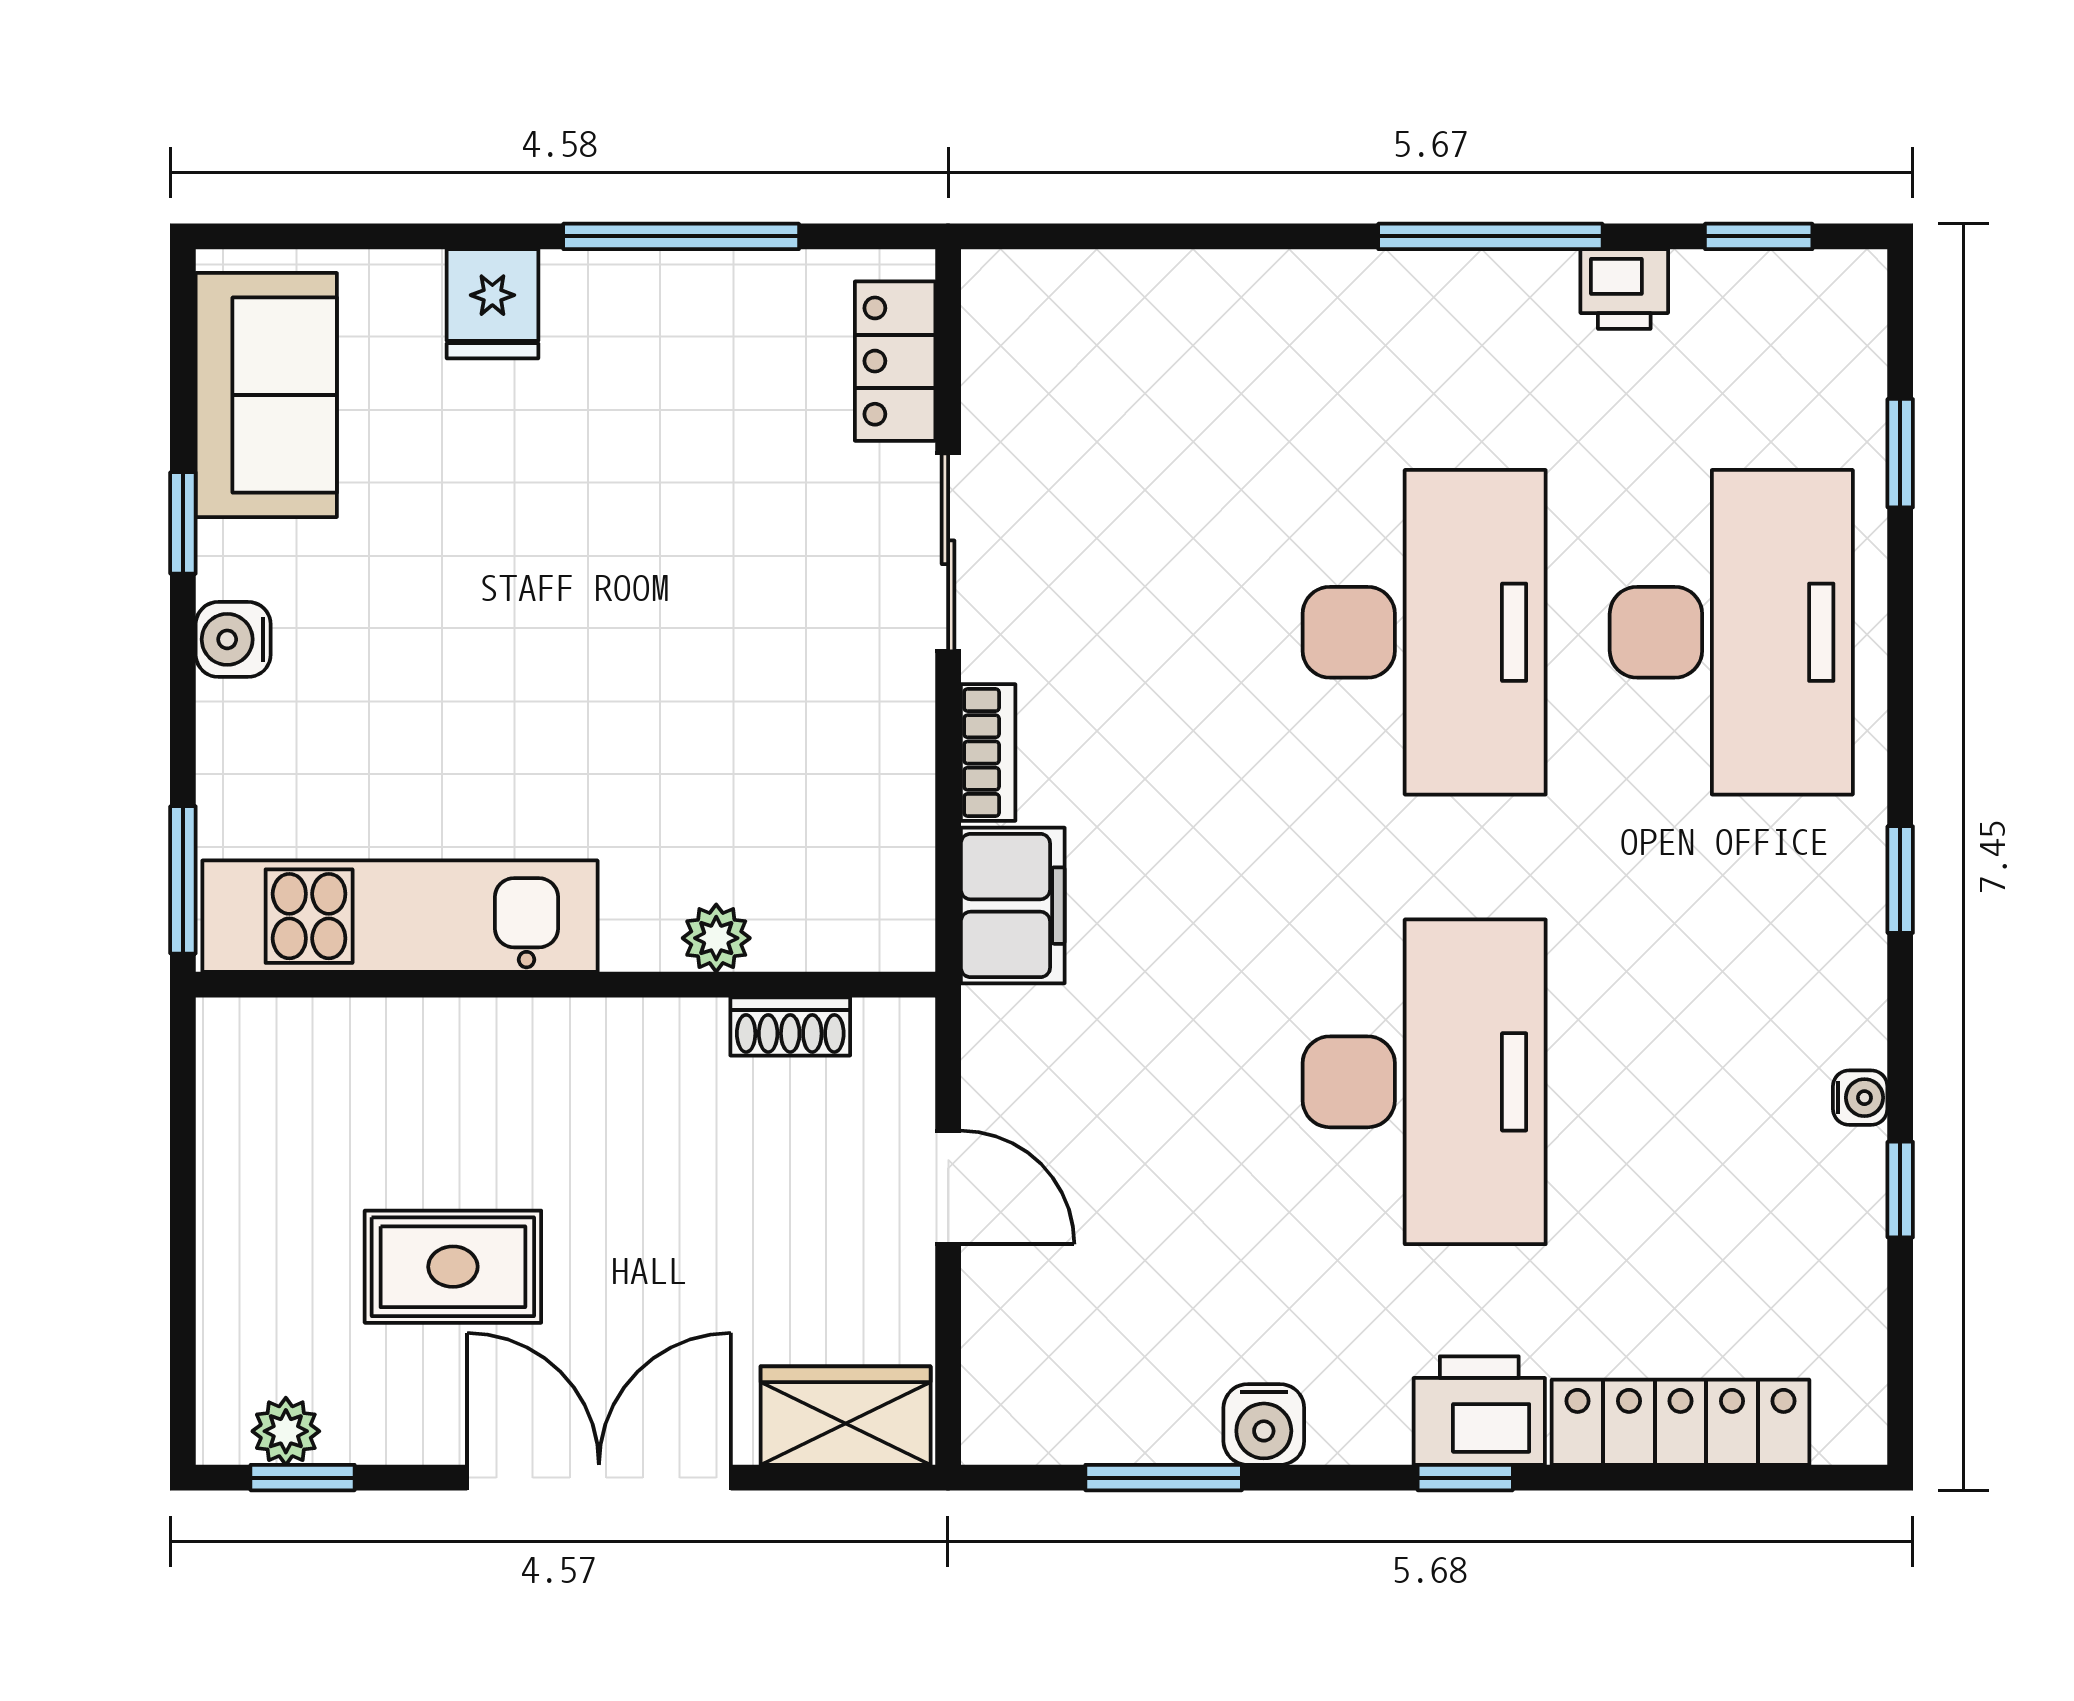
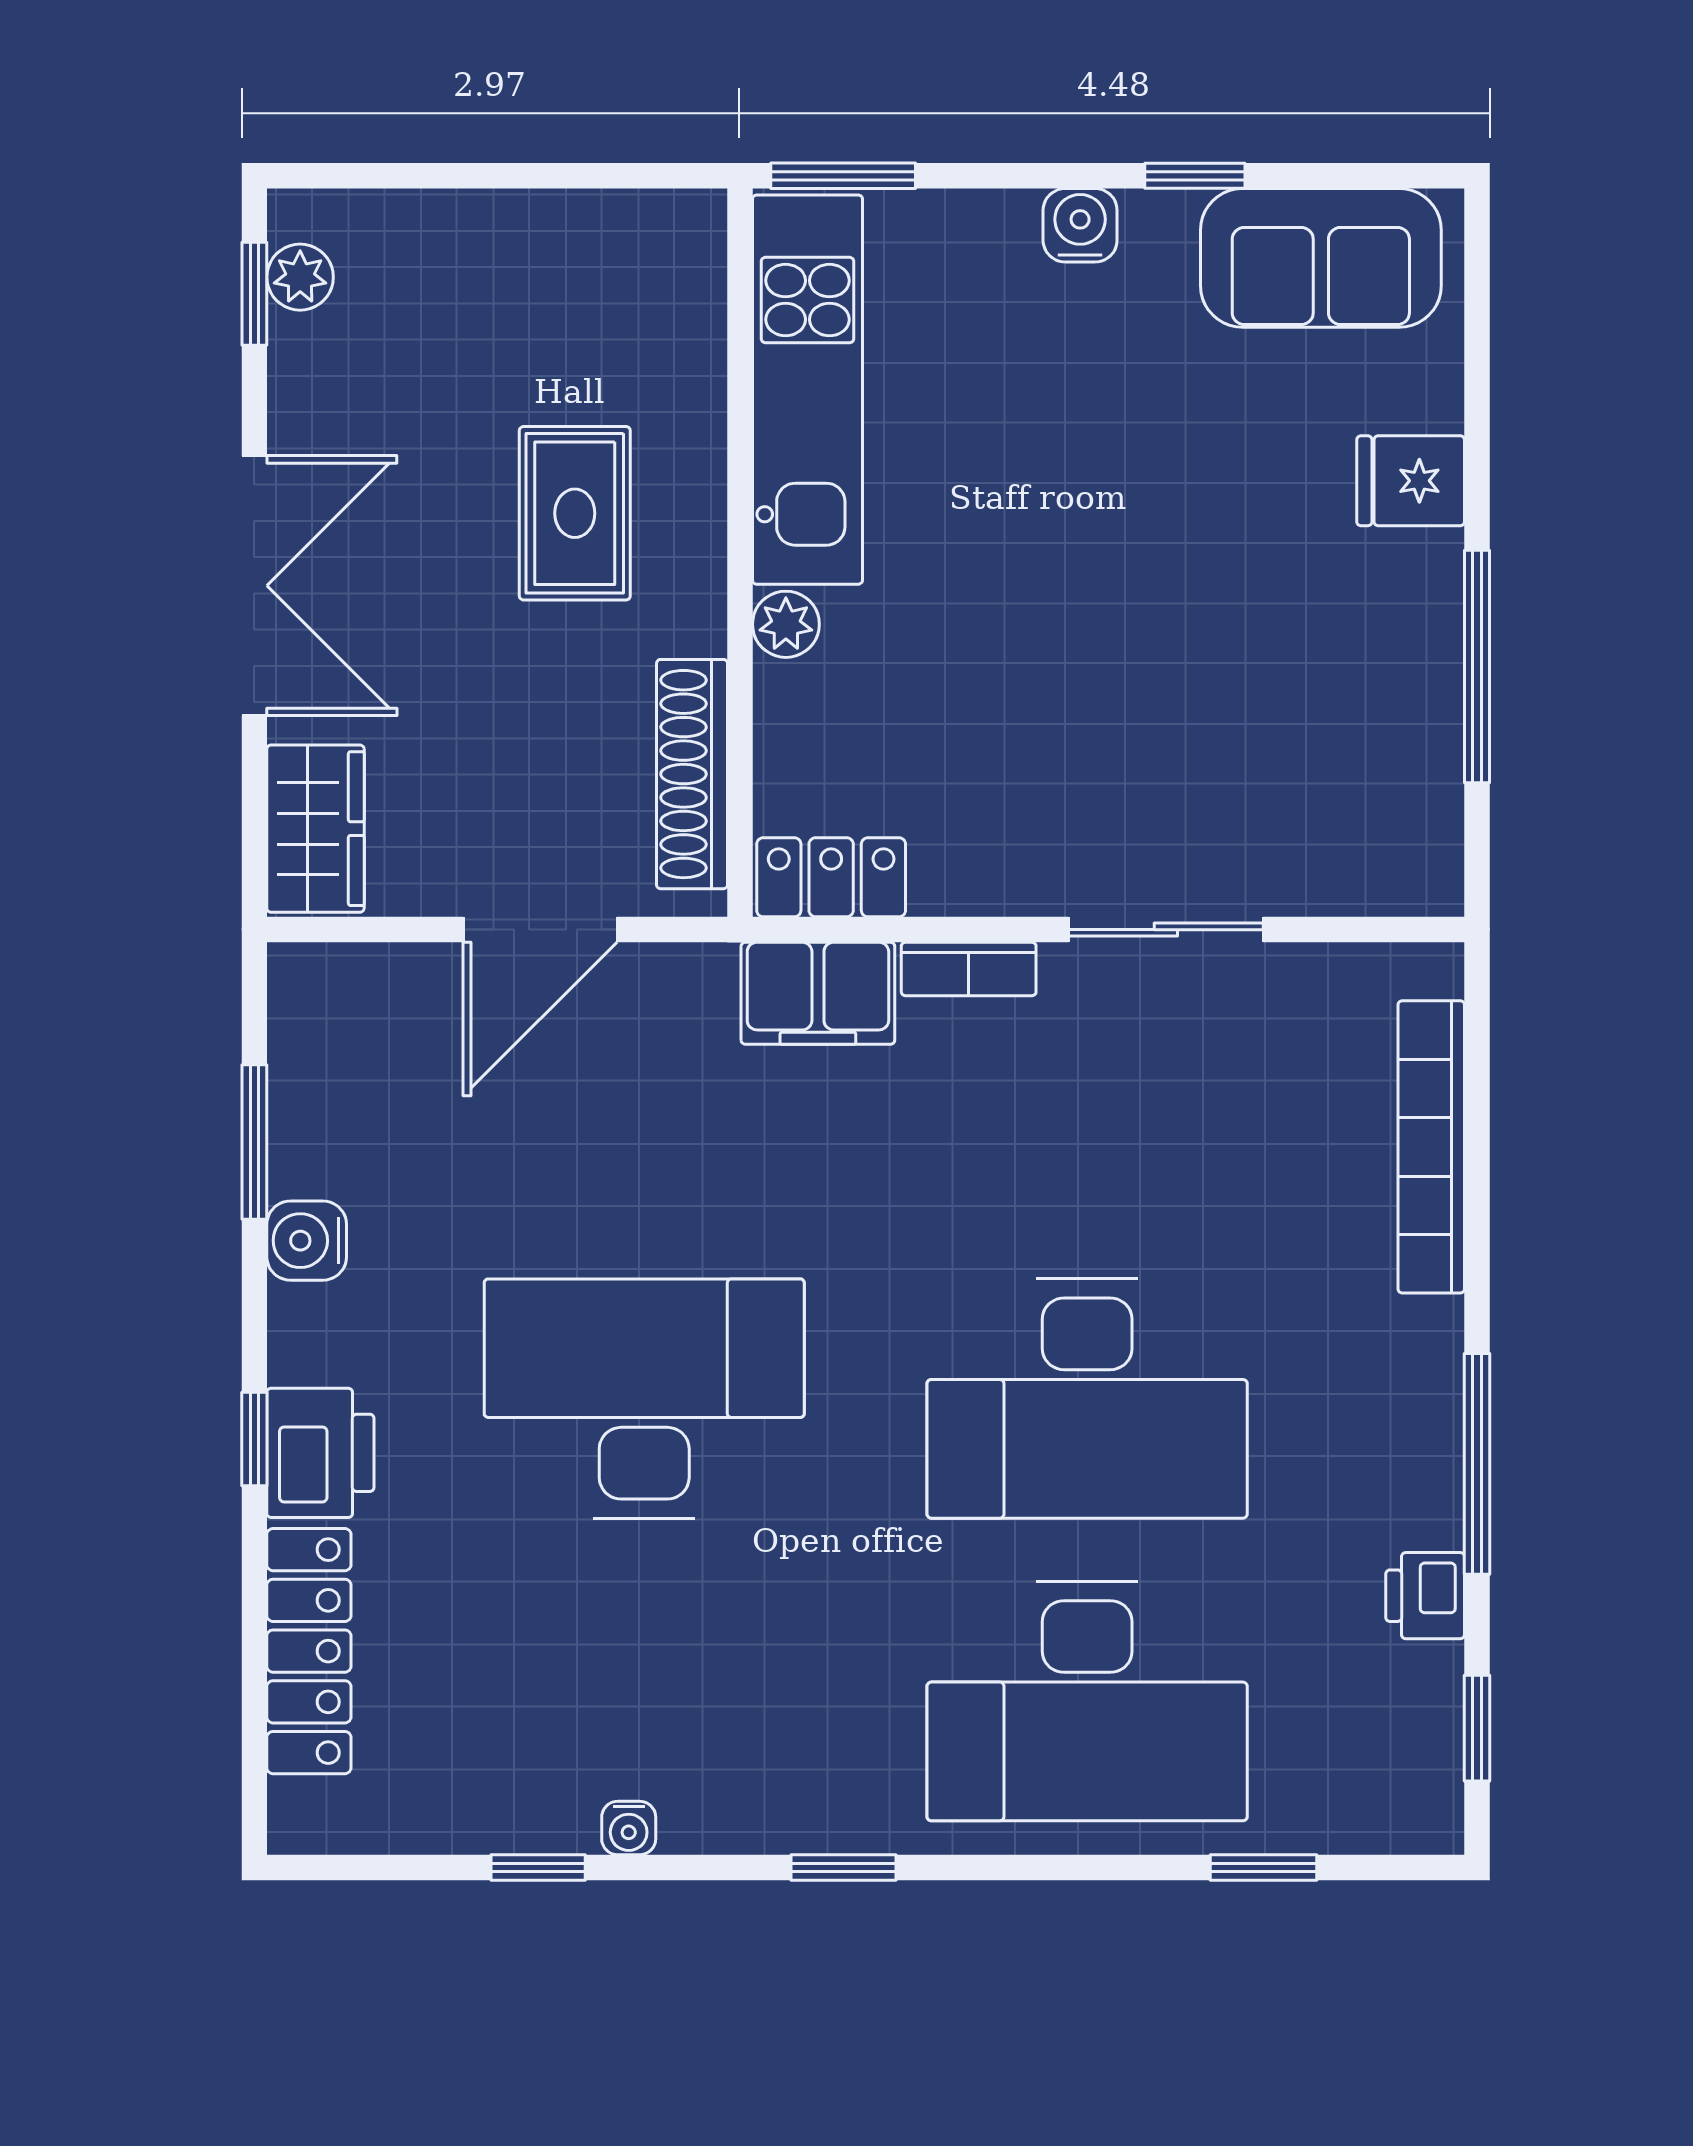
bookcase: (1169, 283) -> (1431, 1147), added
locker: (895, 361) -> (831, 877), moved
plant: (716, 938) -> (786, 624), moved
shoe rack: (790, 1026) -> (692, 774), width x1.94, depth x1.24
desk: (1424, 1082) -> (644, 1399), turned 180
door: (948, 1188) -> (540, 930), width x1.38
rug: (453, 1267) -> (575, 513), moved

